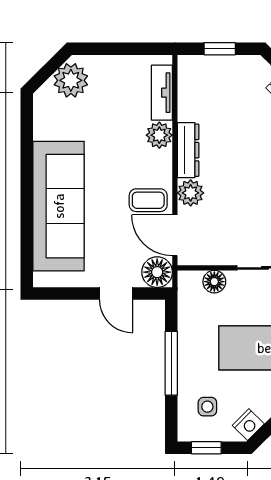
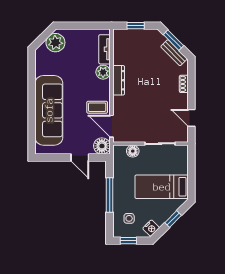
plant: (191, 193) -> (120, 103), removed

